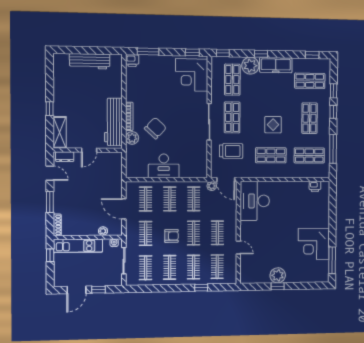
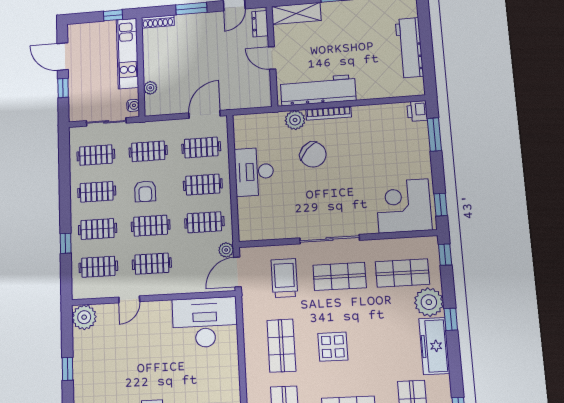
trolley: (231, 151) -> (284, 278), turned 180
door: (124, 209) -> (204, 114), moved
plant: (278, 275) -> (84, 317), moved

